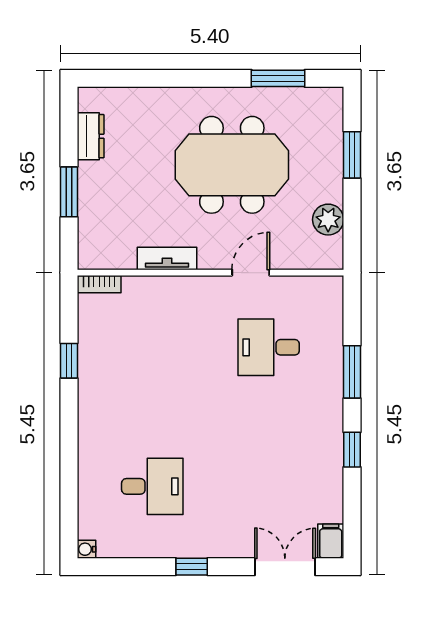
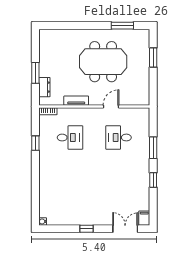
dresser: (91, 136) -> (44, 87), moved
plant: (328, 220) -> (143, 84), removed
desk: (152, 486) -> (70, 138), moved

